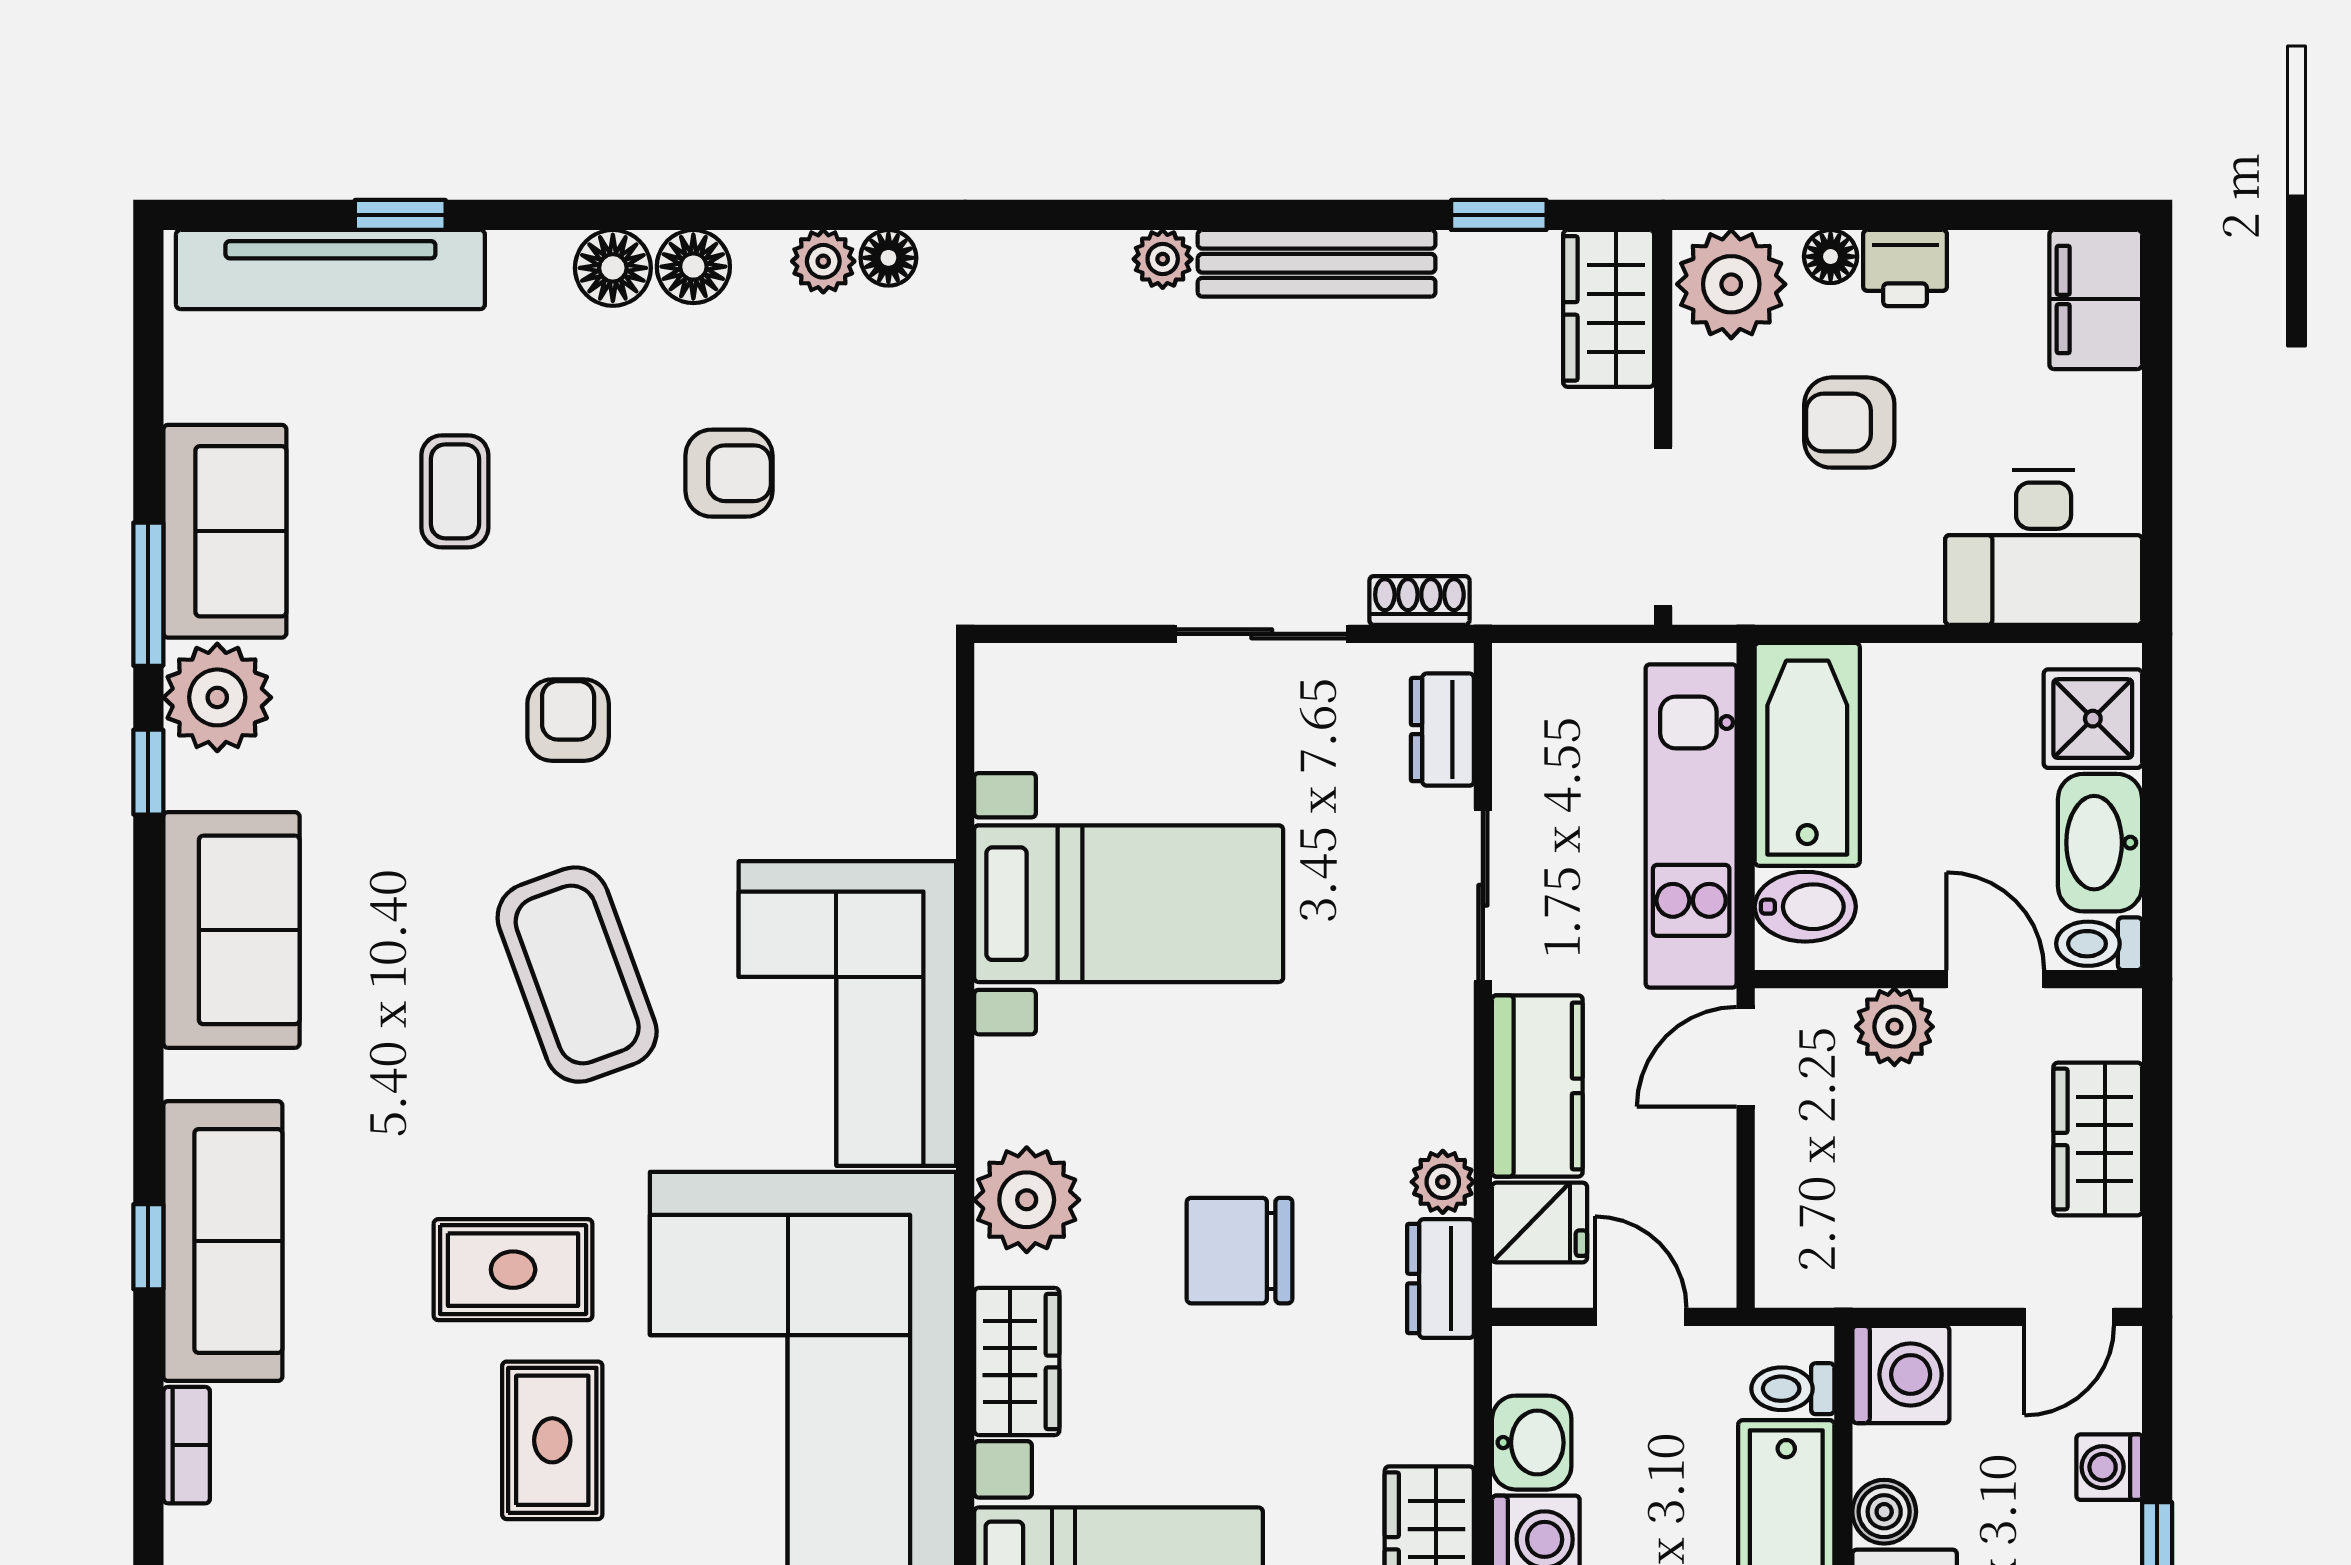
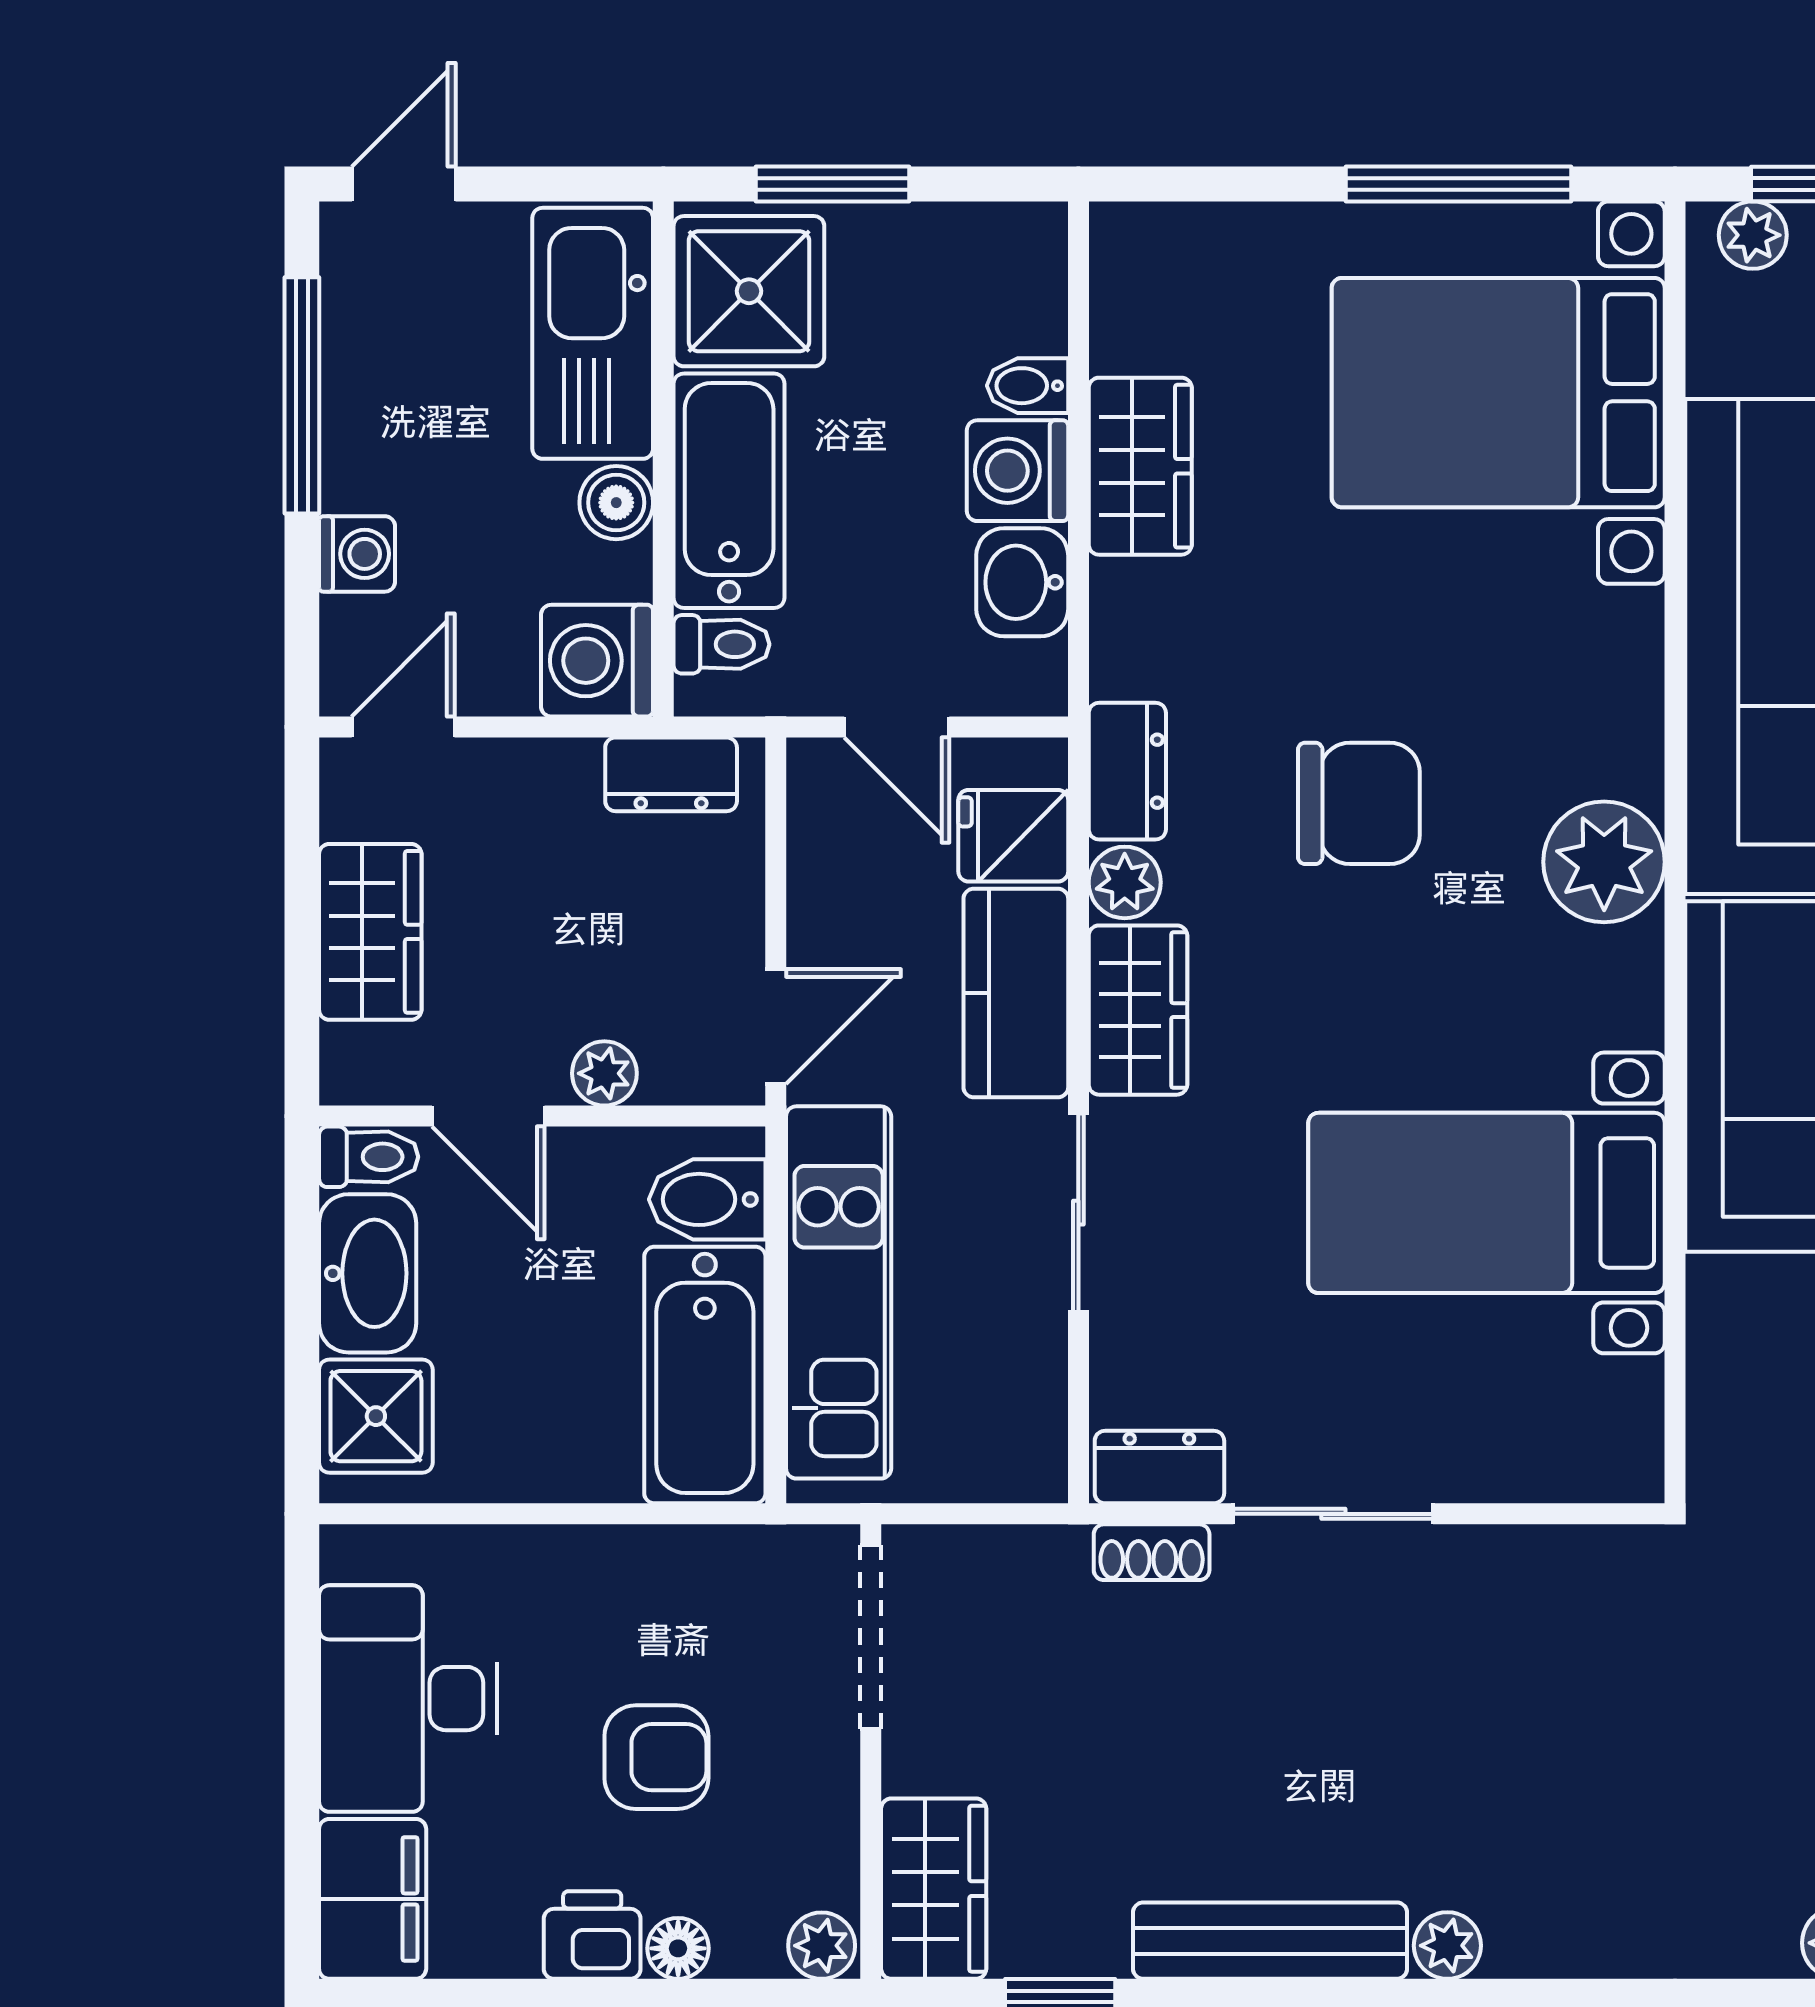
floor lamp: (888, 258) -> (1763, 1947), removed
plant: (1731, 284) -> (822, 1946), width x0.53, depth x0.53
desk: (2044, 547) -> (408, 1699), moved, turned -90
dresser: (1442, 730) -> (1159, 1467), moved, turned -90
plant: (1894, 1027) -> (604, 1073), width x0.73, depth x0.73
dresser: (1837, 1276) -> (671, 774), added
wardrobe: (1017, 1362) -> (1138, 1010), moved, turned 180

